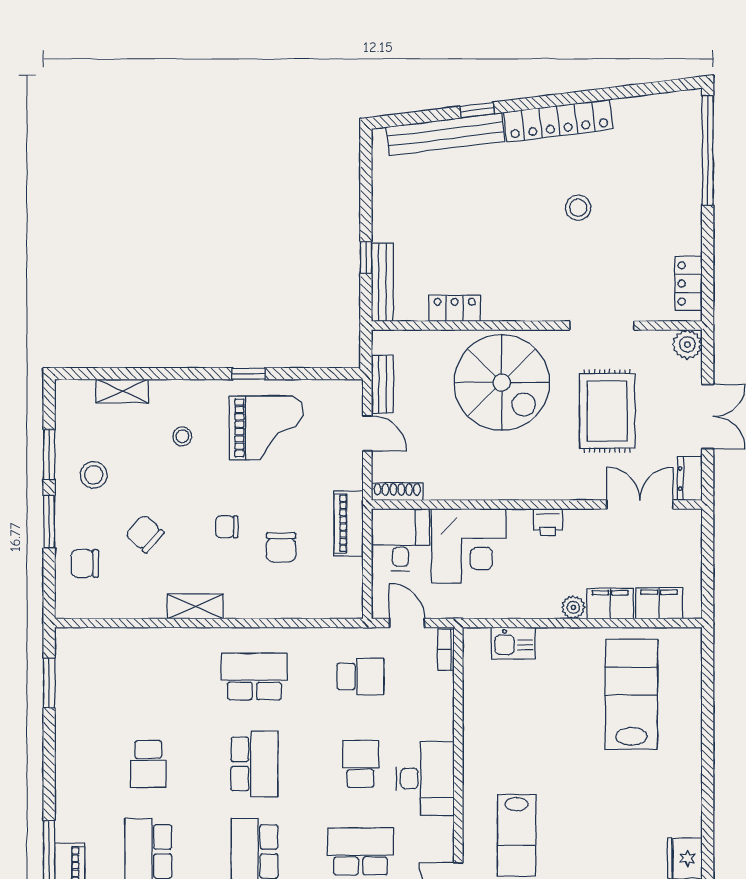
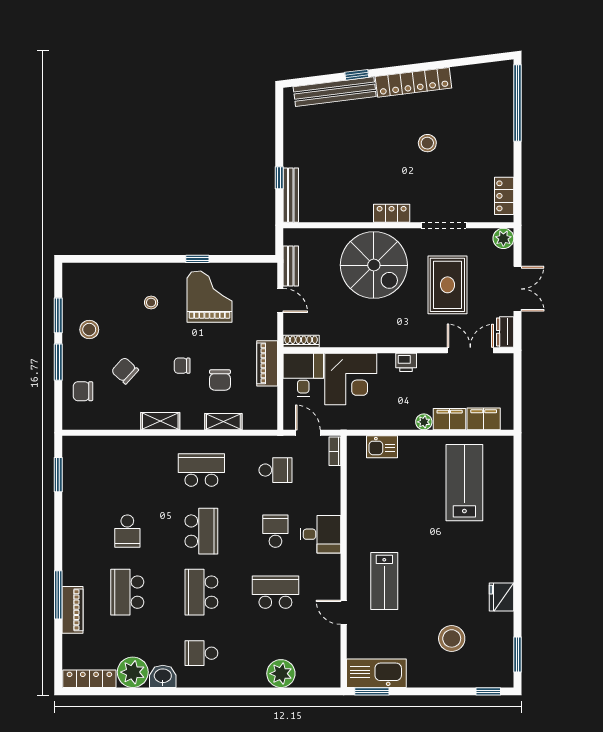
locker: (455, 308) -> (392, 213), moved
shelving: (122, 391) -> (223, 422), moved
grand piano: (266, 428) -> (210, 297), turned -90
desk: (425, 778) -> (320, 534), width x0.73

